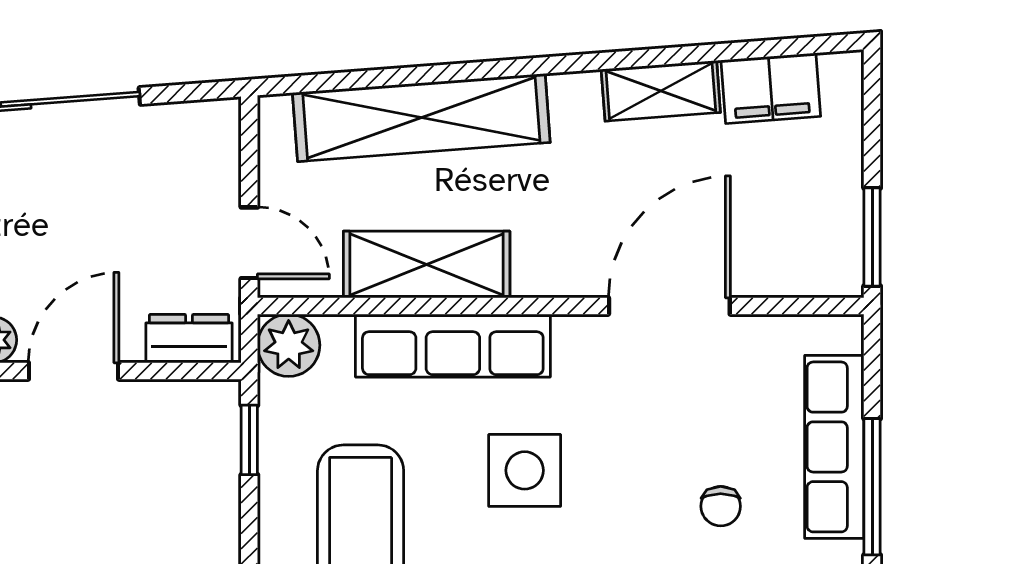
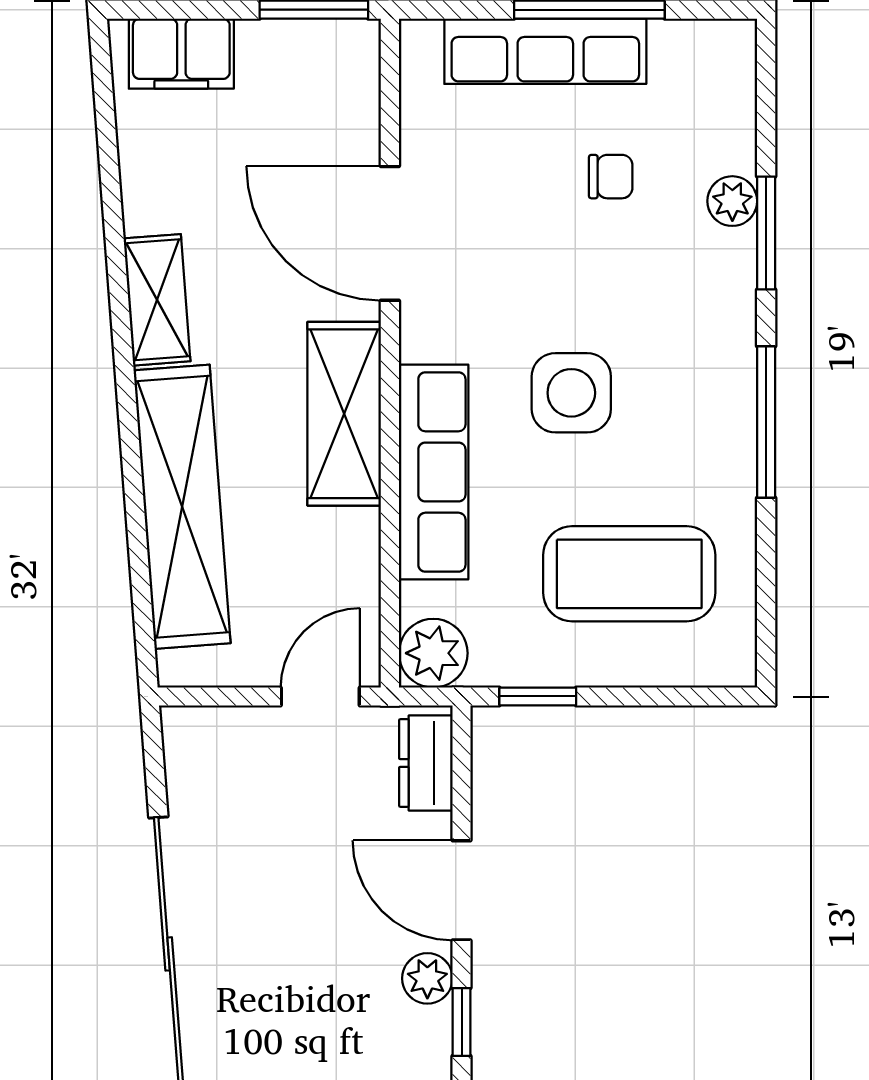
filing cabinet: (771, 88) -> (181, 54), moved, turned 94
shelving: (661, 91) -> (157, 300), moved
shelving: (427, 265) -> (344, 414), moved

